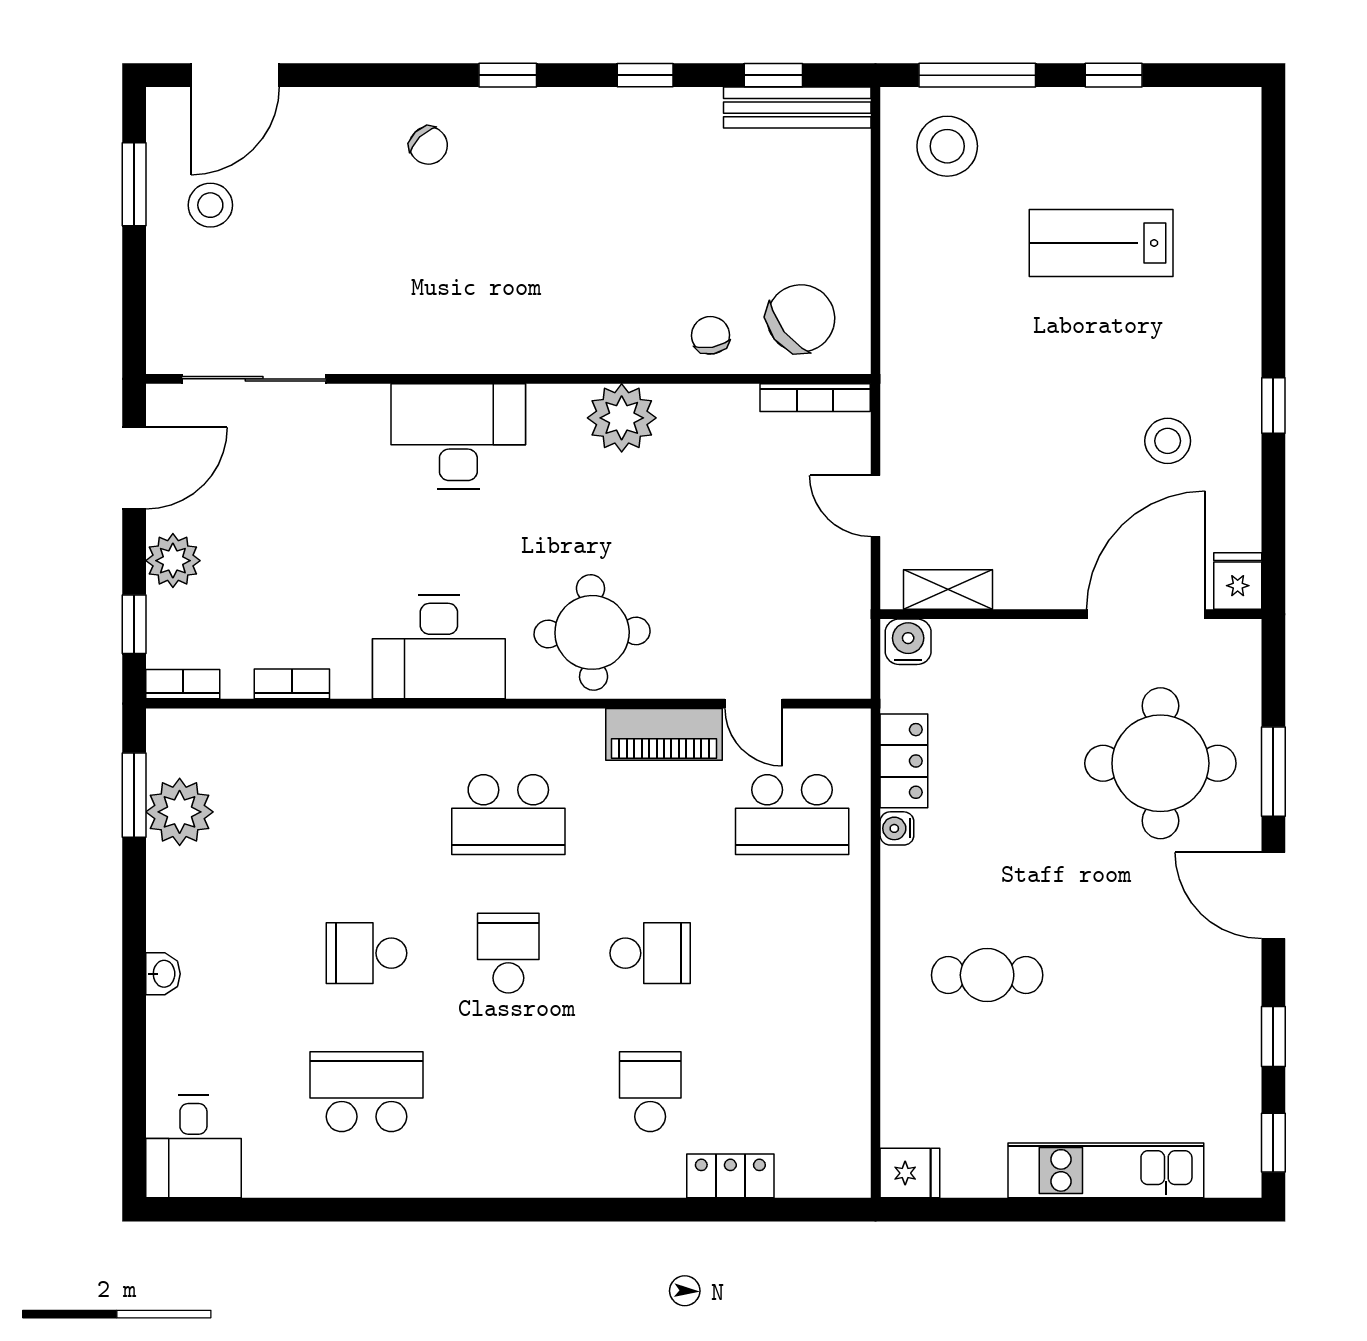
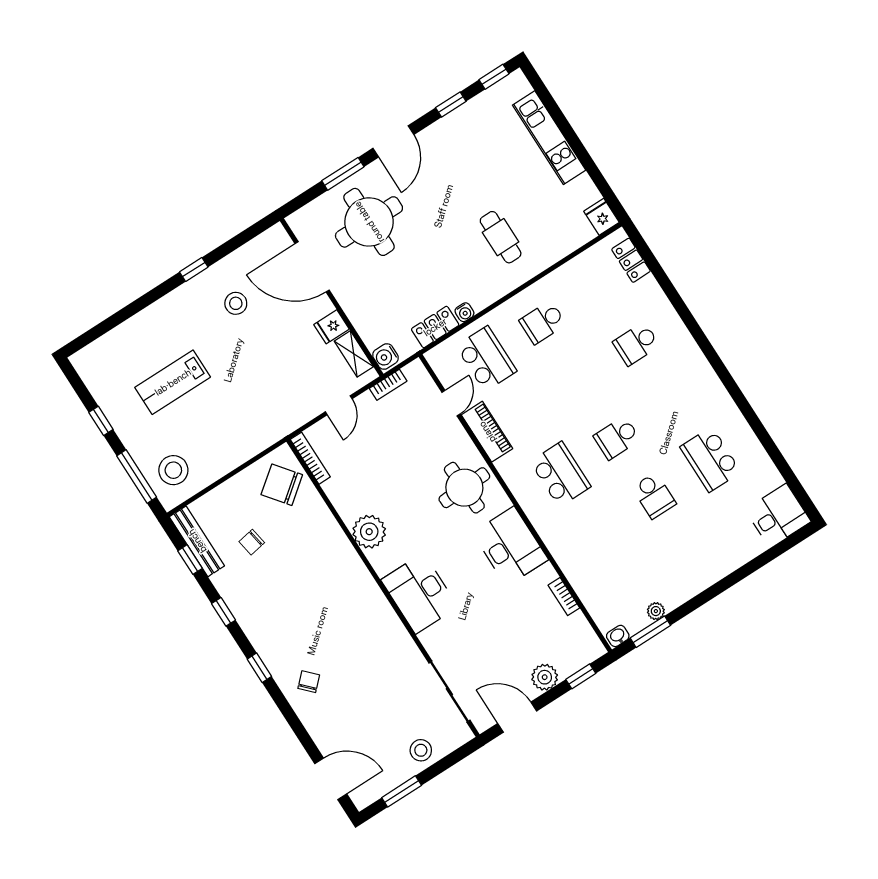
stool: (210, 205) -> (421, 750), moved
lab bench: (1101, 243) -> (173, 382), turned 90
chair: (711, 335) -> (252, 542), moved
fridge: (1238, 581) -> (332, 327), moved
bookcase: (183, 684) -> (388, 385), moved, turned -90
plant: (180, 812) -> (656, 611), width x0.53, depth x0.53
school desk: (650, 953) -> (543, 322), moved, turned -90
washbasin: (163, 974) -> (618, 636), moved
locker: (730, 1176) -> (631, 260), moved

